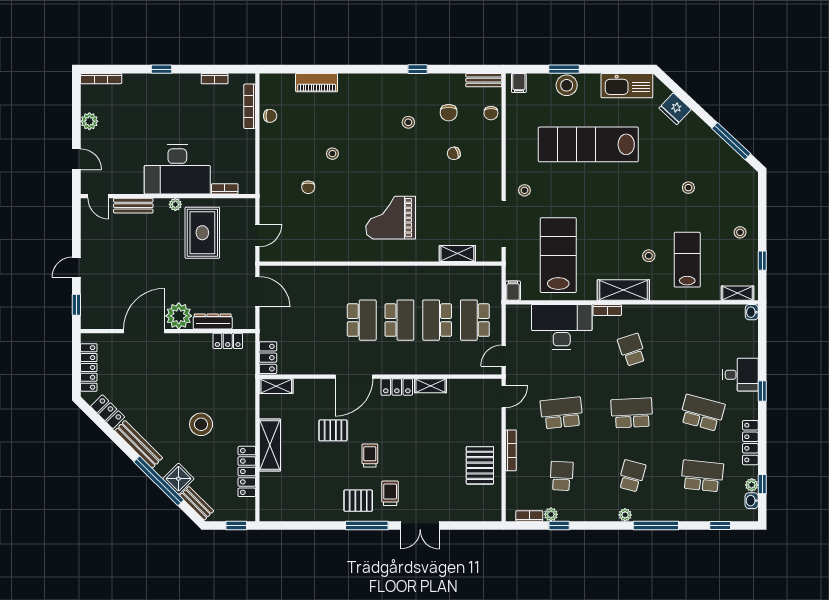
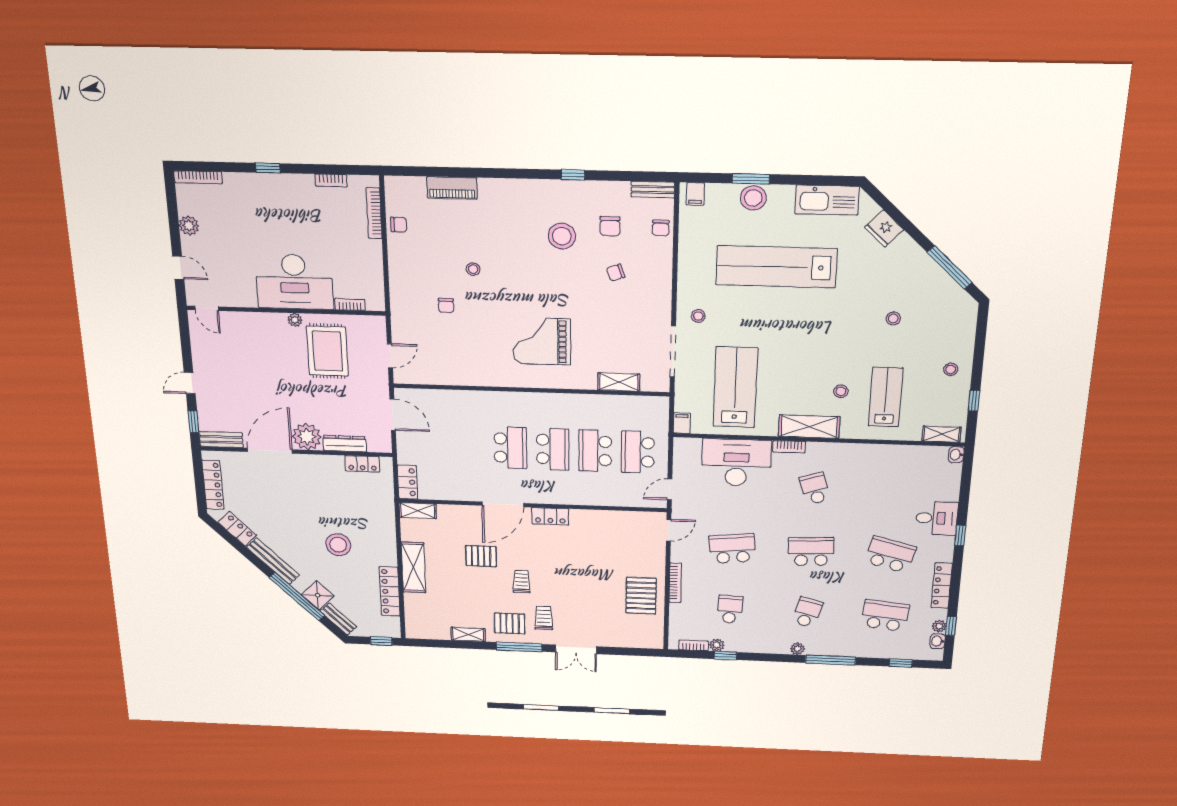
stool: (408, 122) -> (562, 236), width x1.89, depth x1.89
bench: (133, 206) -> (221, 439), moved
shelving: (431, 386) -> (468, 634), moved

